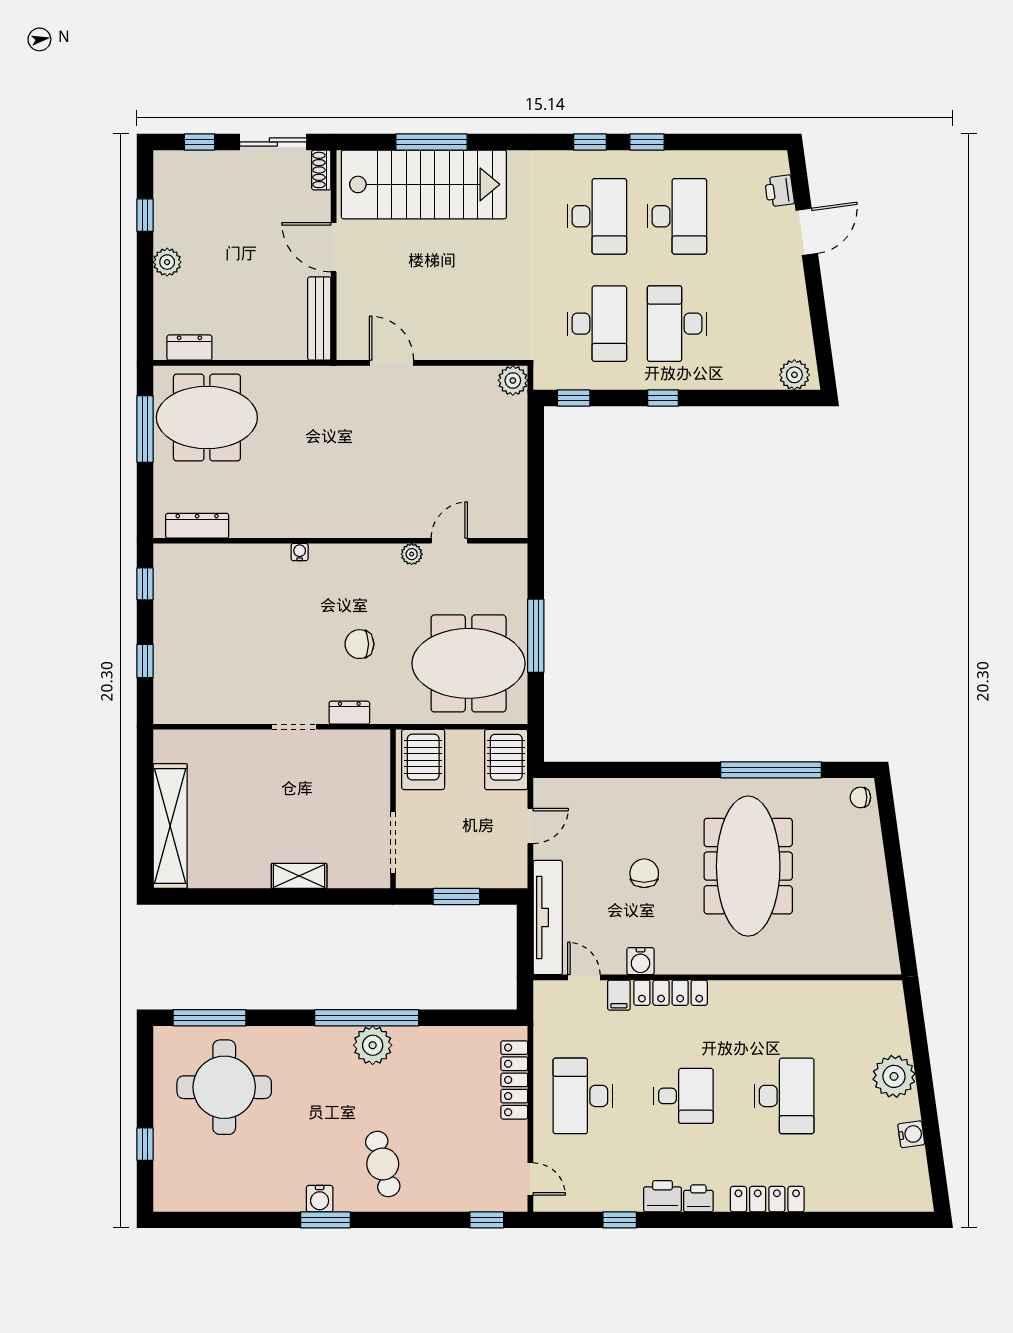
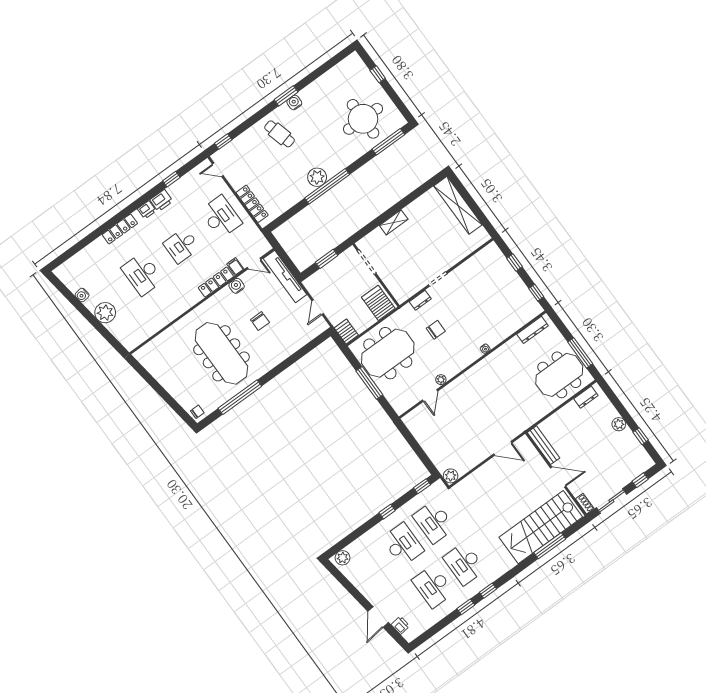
server rack: (506, 760) -> (346, 332), width x0.73, depth x0.70

